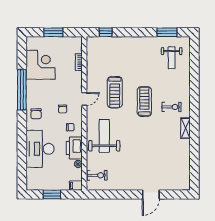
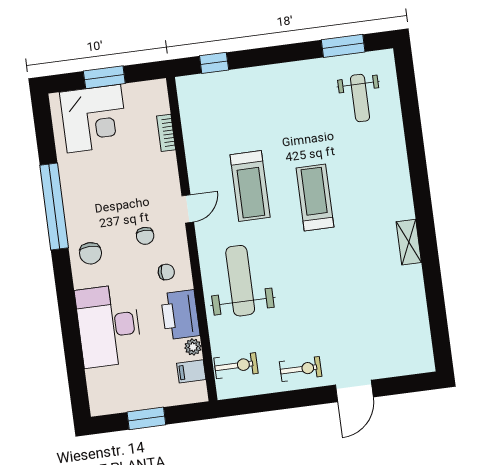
corner desk: (41, 65) -> (94, 119), moved, turned 90
exercise bike: (172, 107) -> (301, 369), moved
filing cabinet: (76, 186) -> (191, 371), moved

